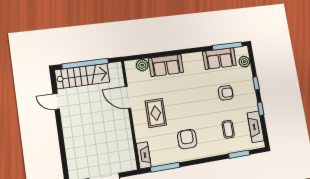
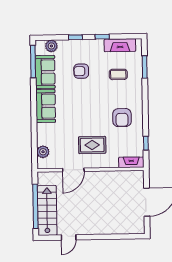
sofa: (166, 65) -> (46, 106), moved
armchair: (226, 93) -> (81, 71), turned -90
armchair: (187, 139) -> (122, 118), turned -90
window: (165, 167) -> (146, 143), width x0.46

